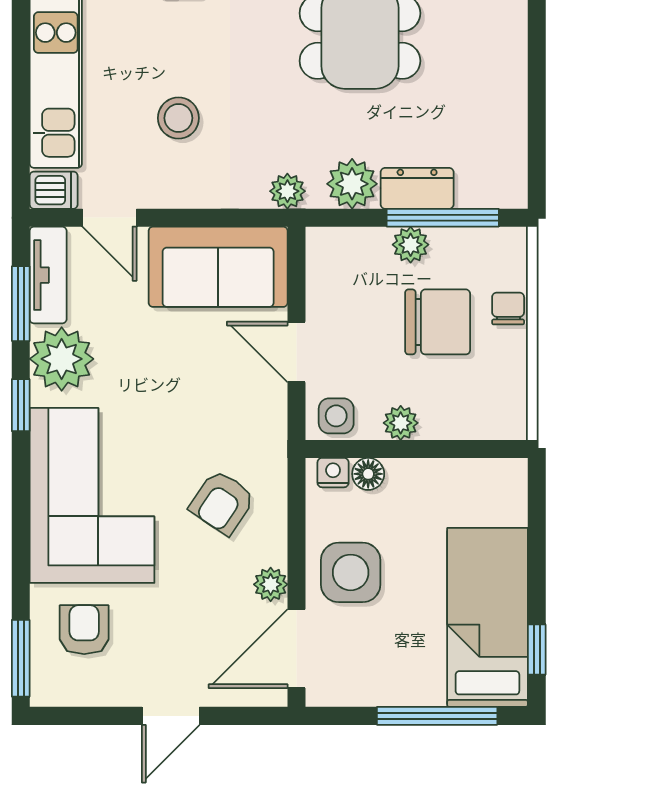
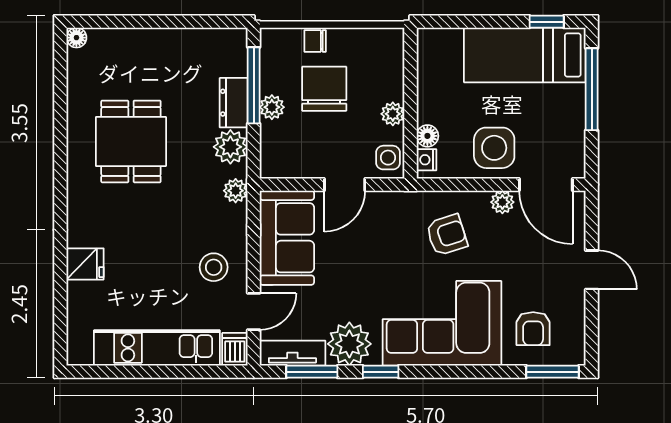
stool: (178, 118) -> (214, 267), moved
armchair: (222, 502) -> (447, 235), turned -52
armchair: (84, 630) -> (533, 329), turned -90

